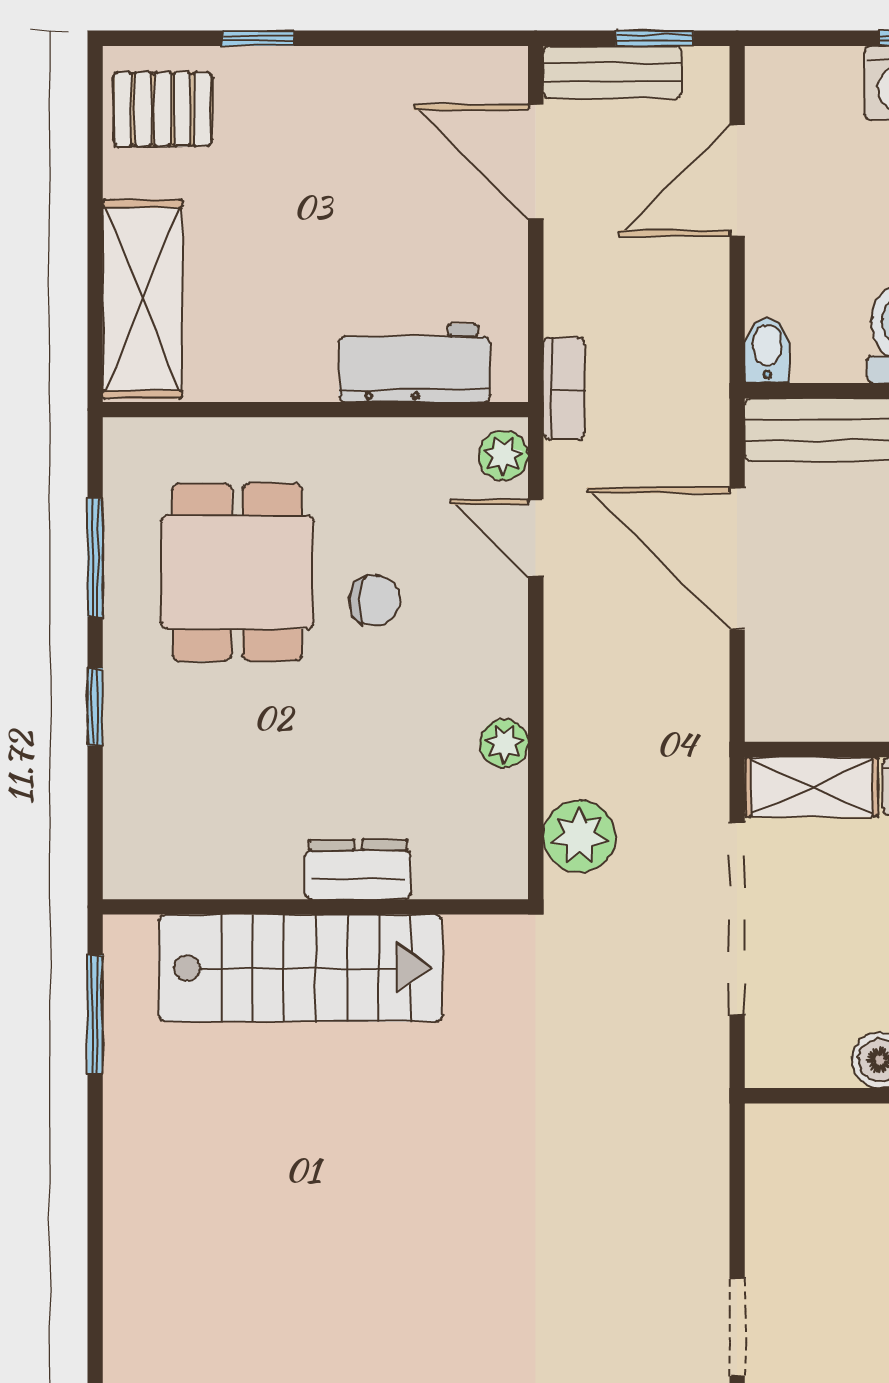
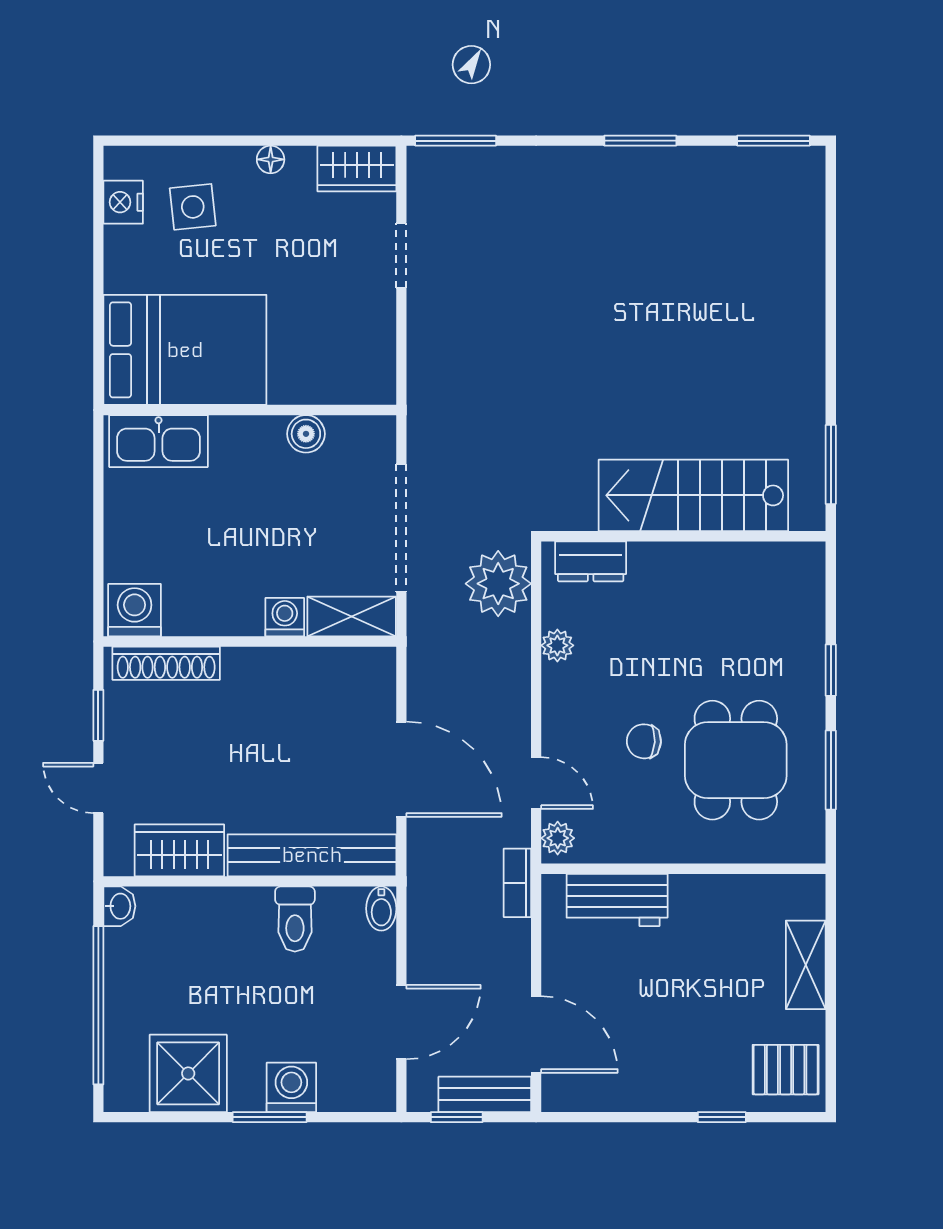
shelving: (142, 299) -> (806, 965), width x0.67, depth x0.75
plant: (579, 836) -> (498, 584), width x1.36, depth x1.36
dresser: (358, 869) -> (591, 561), moved

